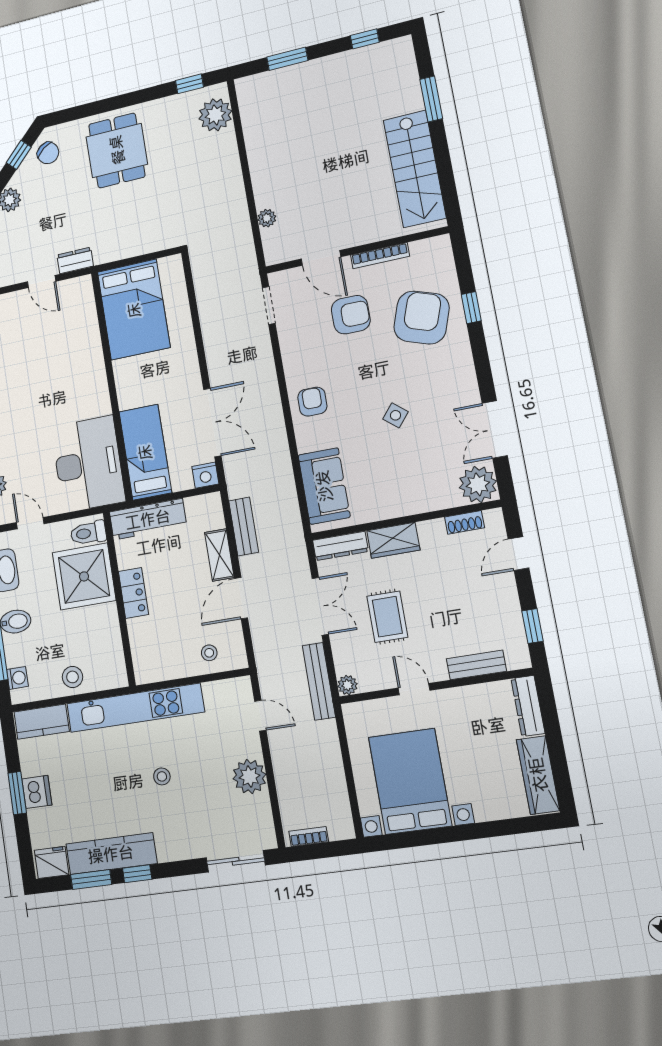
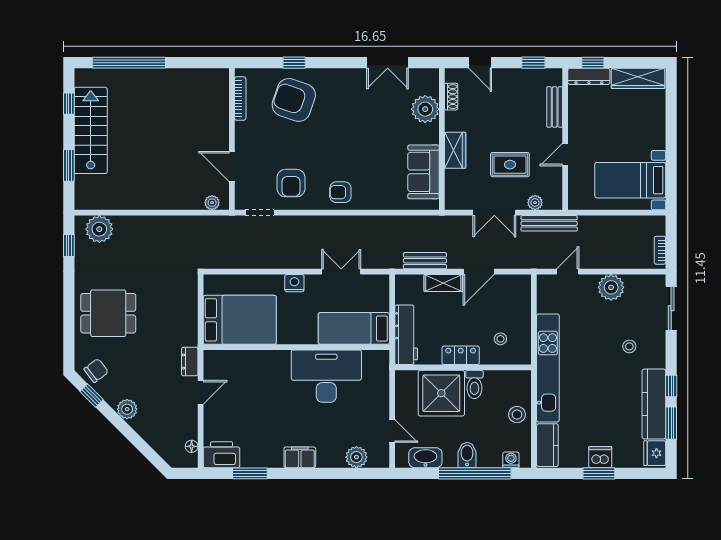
window: (431, 99) -> (129, 63), width x2.11
stairs: (415, 169) -> (91, 130), moved, turned -90
plant: (267, 218) -> (212, 203), moved
bookcase: (380, 256) -> (240, 99), moved
door: (321, 258) -> (232, 167), swing flipped
armchair: (351, 315) -> (291, 183), moved, turned 180
side table: (395, 415) -> (363, 132), removed
double door: (212, 422) -> (341, 272), width x0.73
desk: (88, 464) -> (326, 376), moved
nightstand: (205, 475) -> (294, 283), moved, turned -90
plant: (478, 484) -> (425, 109), moved
sofa: (324, 486) -> (423, 172), moved, turned -90
door: (30, 523) -> (392, 431), swing flipped
toilet: (88, 533) -> (474, 384), moved
dresser: (340, 546) -> (452, 190), removed
door: (241, 598) -> (479, 272), hinge flipped
double door: (320, 606) -> (494, 213), swing flipped
stool: (209, 653) -> (500, 339), moved
plant: (348, 685) -> (535, 203), moved
window: (548, 709) -> (593, 63), added
stool: (162, 776) -> (629, 346), moved
bed with nightstands: (410, 781) -> (630, 180), width x0.73

